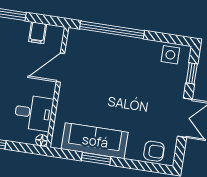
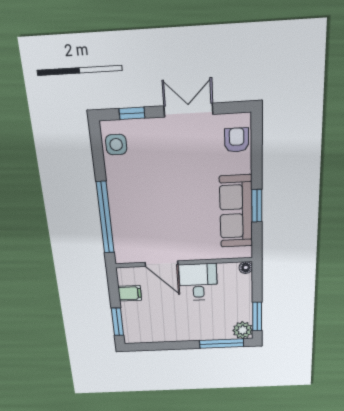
desk: (34, 113) -> (198, 282), moved

